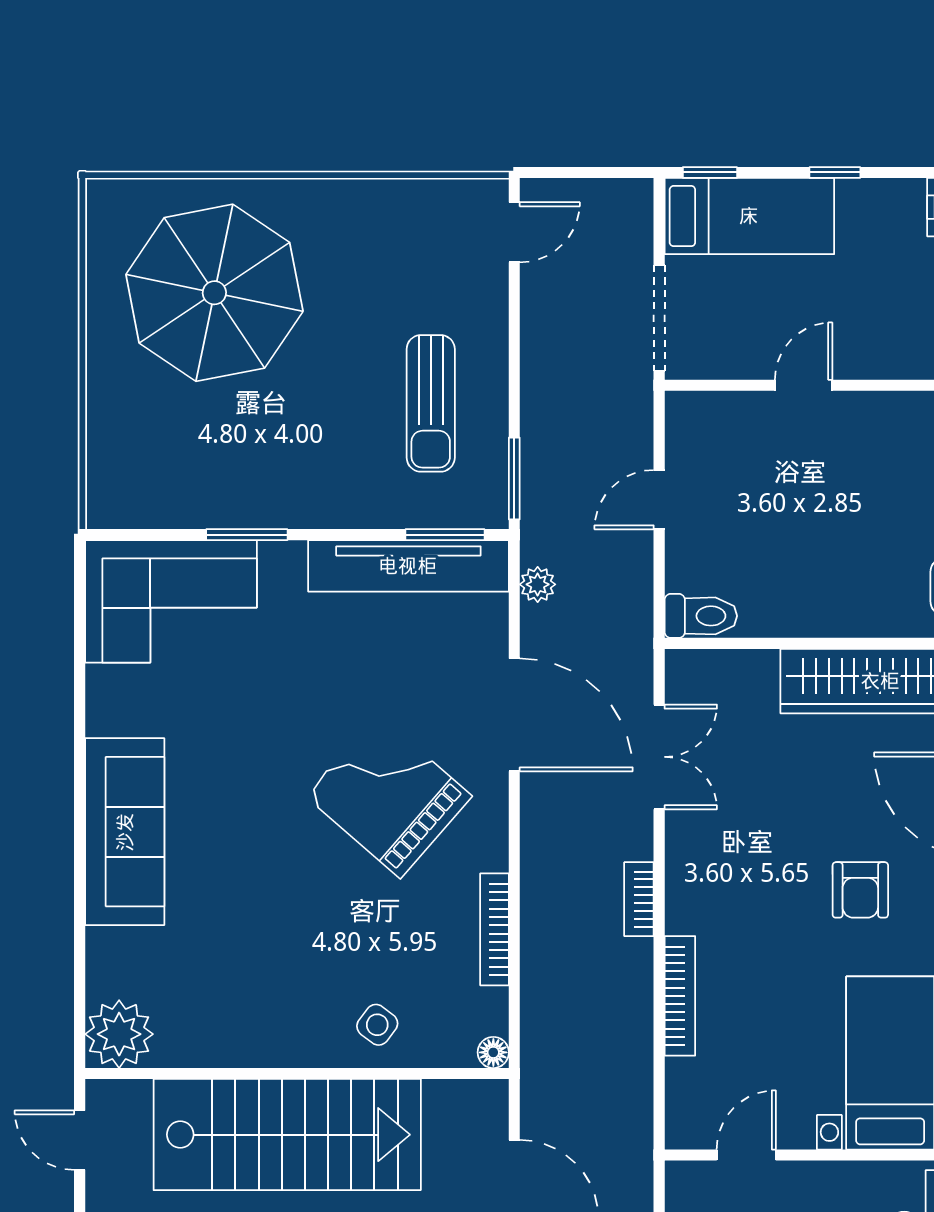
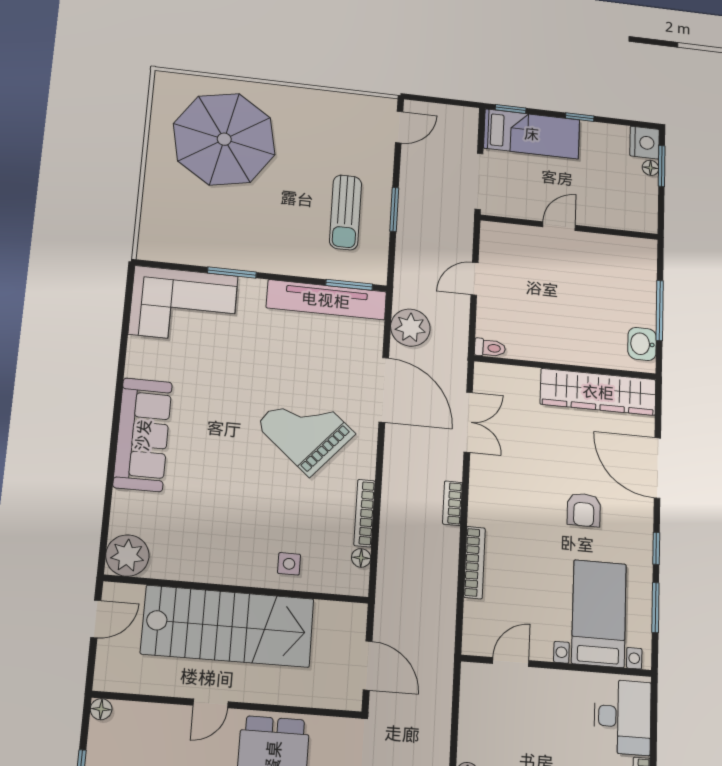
window: (514, 478) -> (394, 209), moved
plant: (538, 584) -> (410, 328), width x1.88, depth x1.88
toilet: (701, 616) -> (490, 348), width x0.73, depth x0.72
side table: (377, 1025) -> (289, 564), turned -37
floor lamp: (493, 1052) -> (361, 558), moved
door: (80, 1140) -> (96, 619), swing flipped

